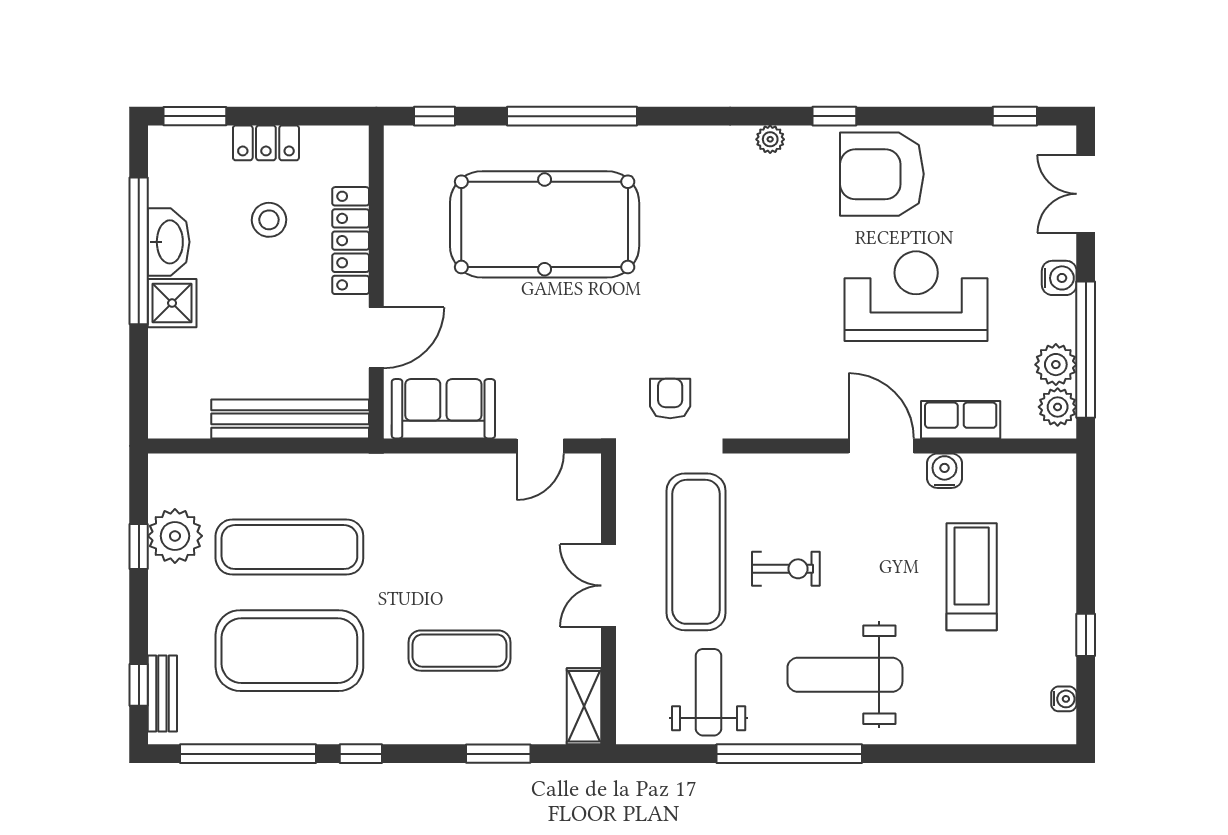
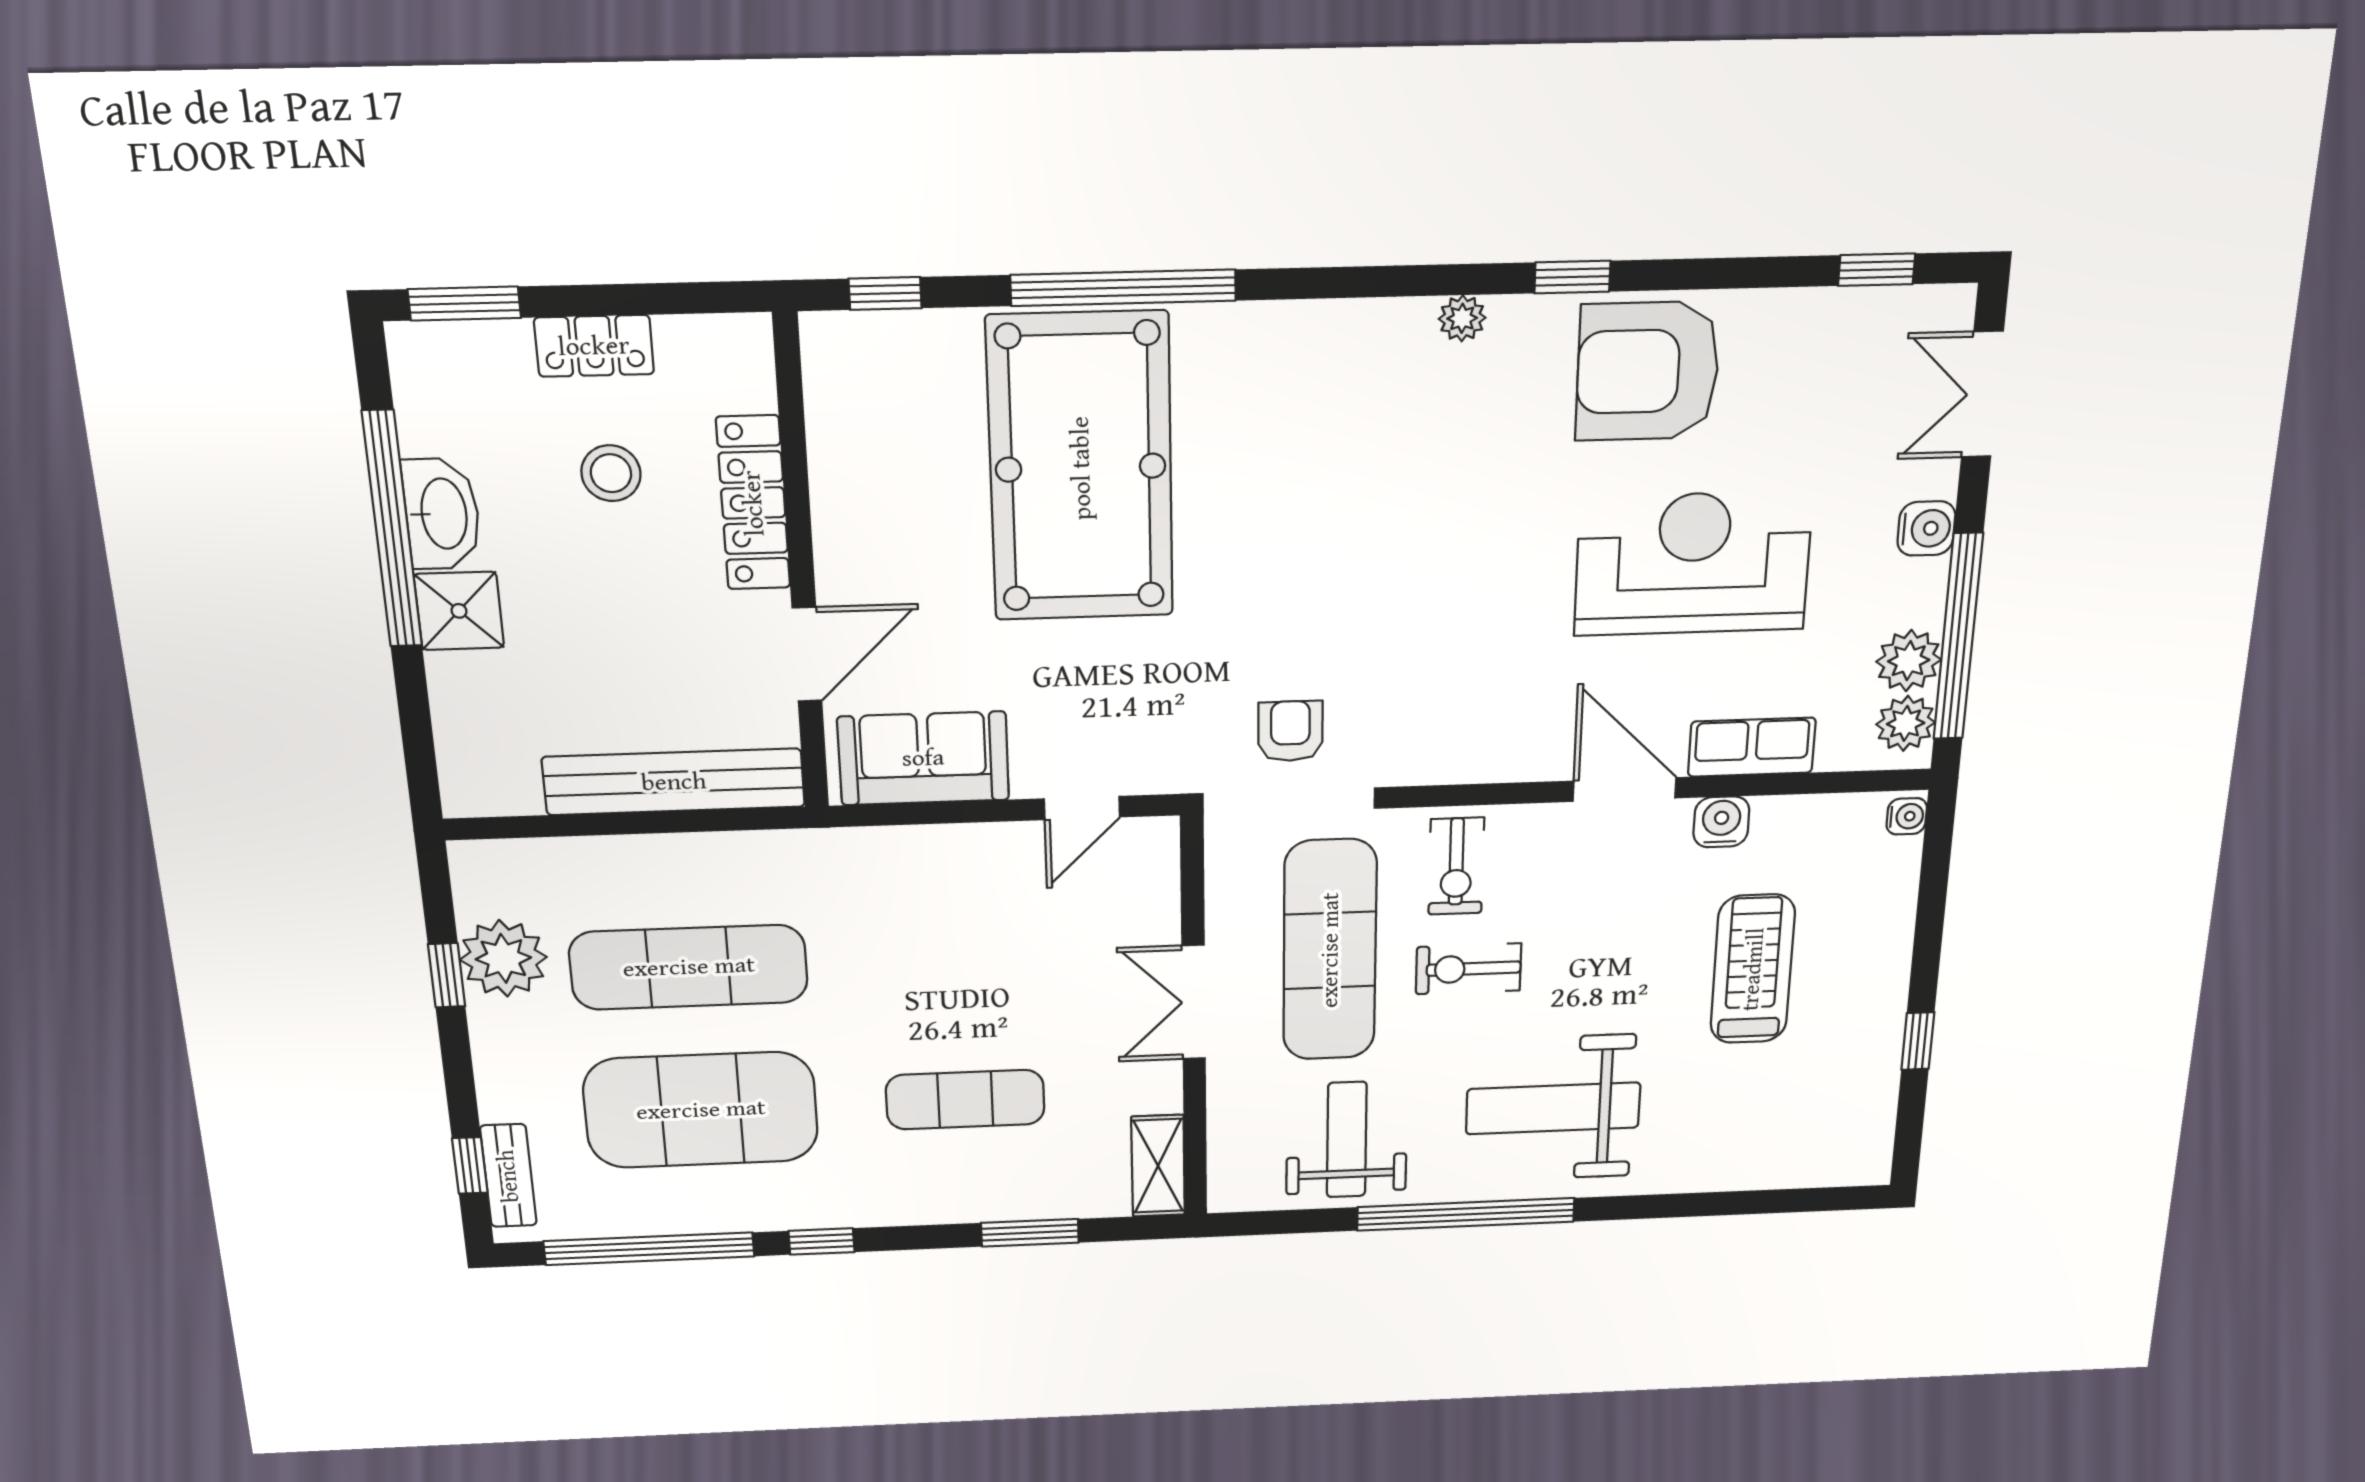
pool table: (545, 224) -> (1081, 468), turned 90
exercise bike: (776, 495) -> (1456, 866), added
exercise bike: (786, 569) -> (1468, 969), turned 180
water cooler: (1064, 699) -> (1907, 816), moved

